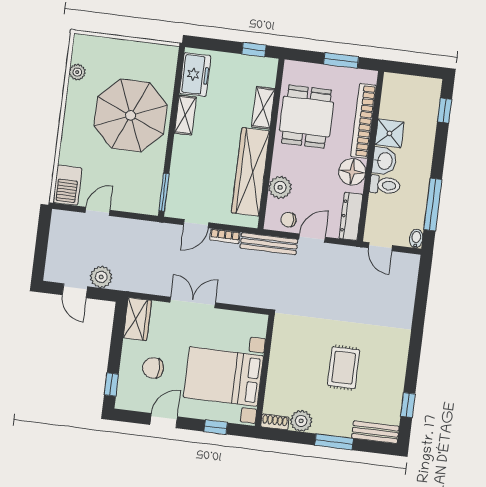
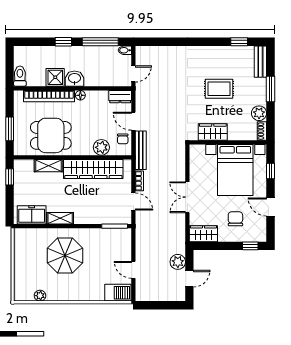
window: (341, 61) -> (10, 129), moved
window: (445, 111) -> (63, 42), moved
parasol: (131, 115) -> (65, 256), width x0.73, depth x0.73
floor lamp: (352, 172) -> (80, 95), width x0.53, depth x0.53
toilet: (385, 185) -> (20, 76), moved
dresser: (351, 216) -> (120, 97), width x0.70
wardrobe: (282, 351) -> (213, 132), added
chair: (153, 368) -> (235, 219), turned 180

